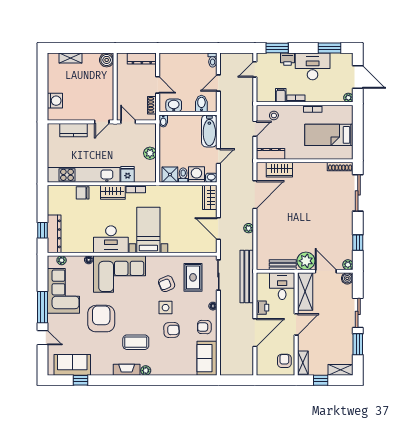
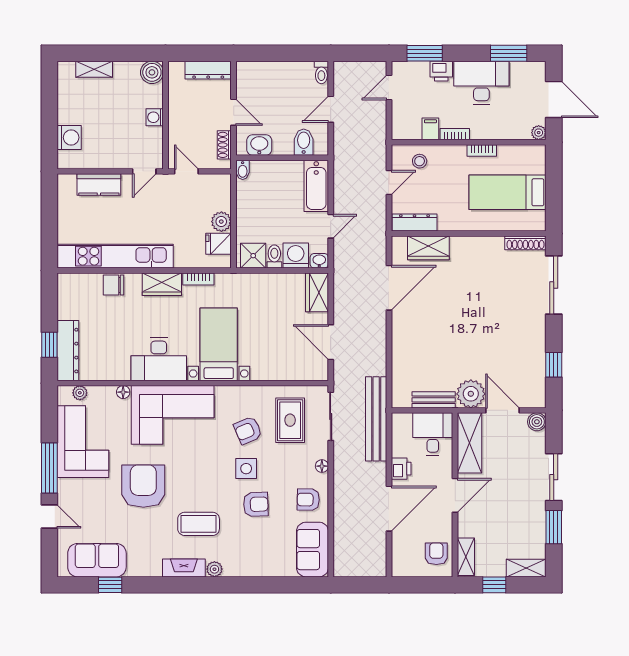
washing machine: (108, 88) -> (155, 117), added
fridge: (128, 174) -> (219, 244), moved, turned -90
plant: (249, 228) -> (379, 342), removed
plant: (348, 265) -> (538, 400), removed

